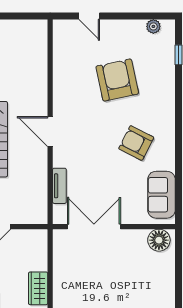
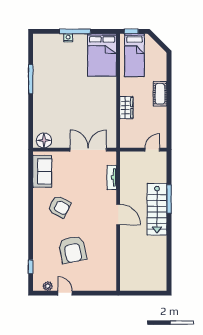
door: (89, 16) -> (65, 293), moved
double door: (94, 227) -> (88, 150), swing flipped

